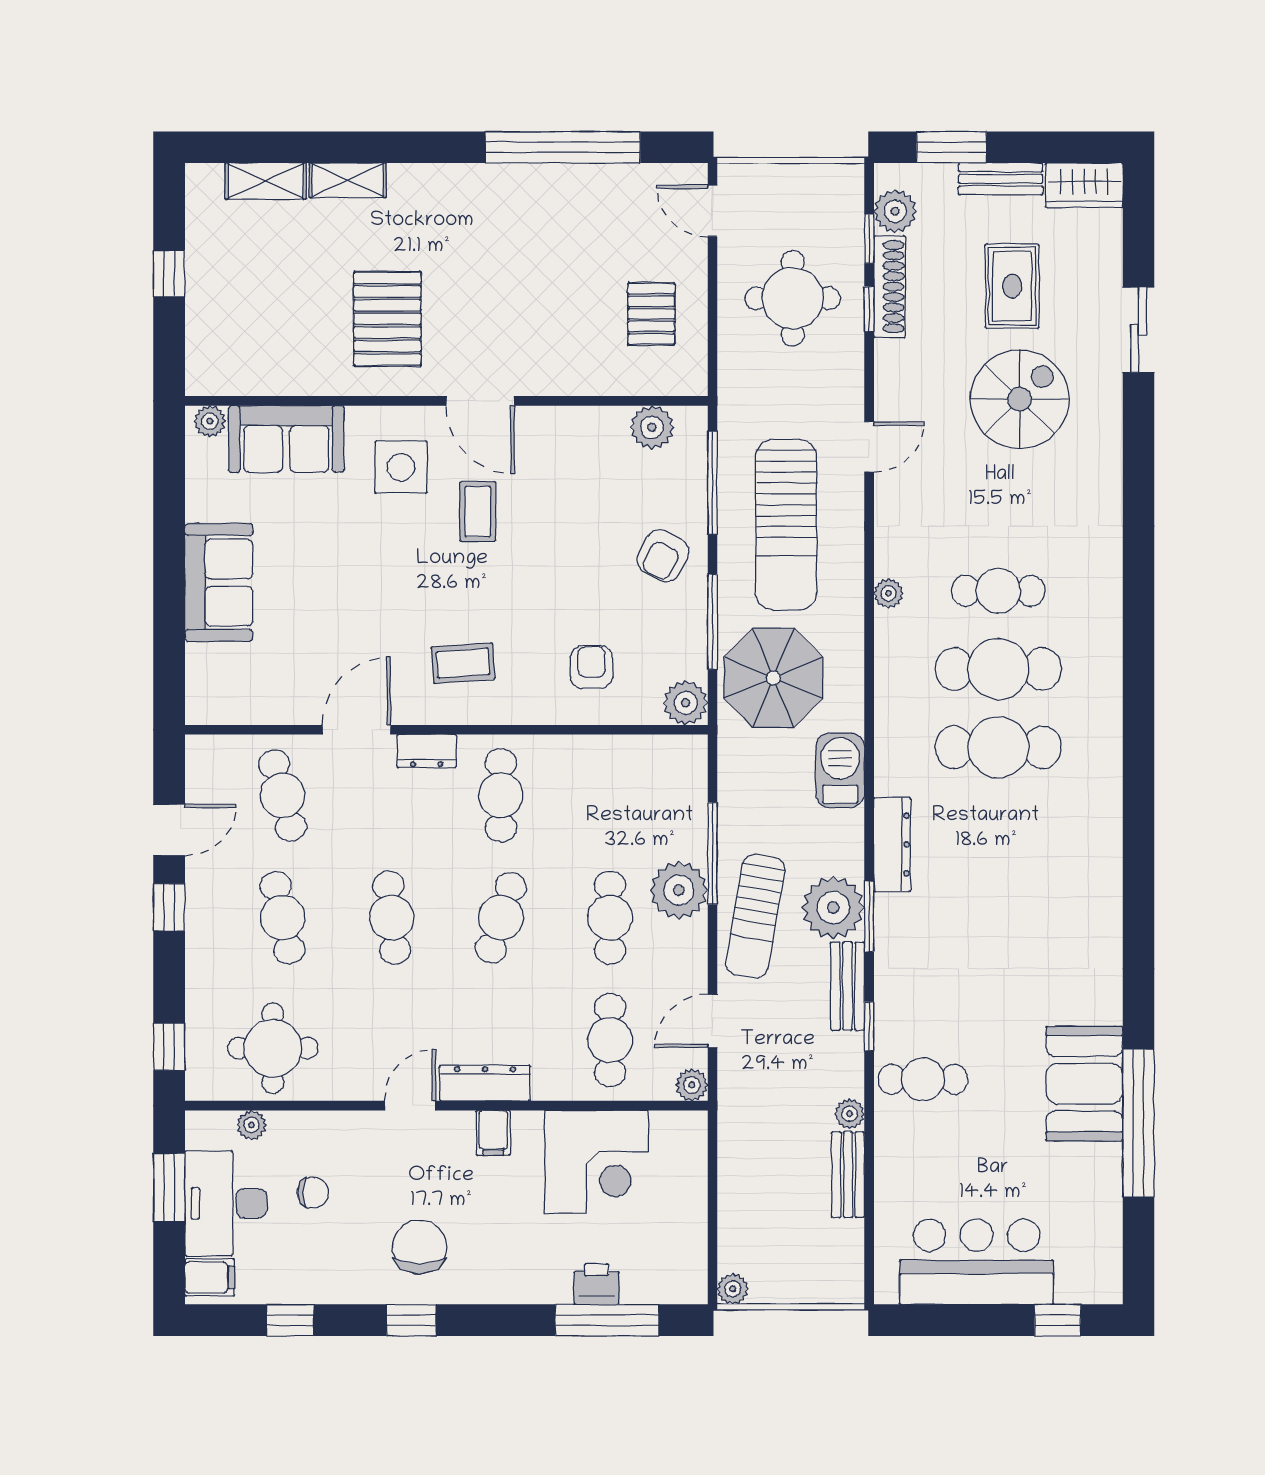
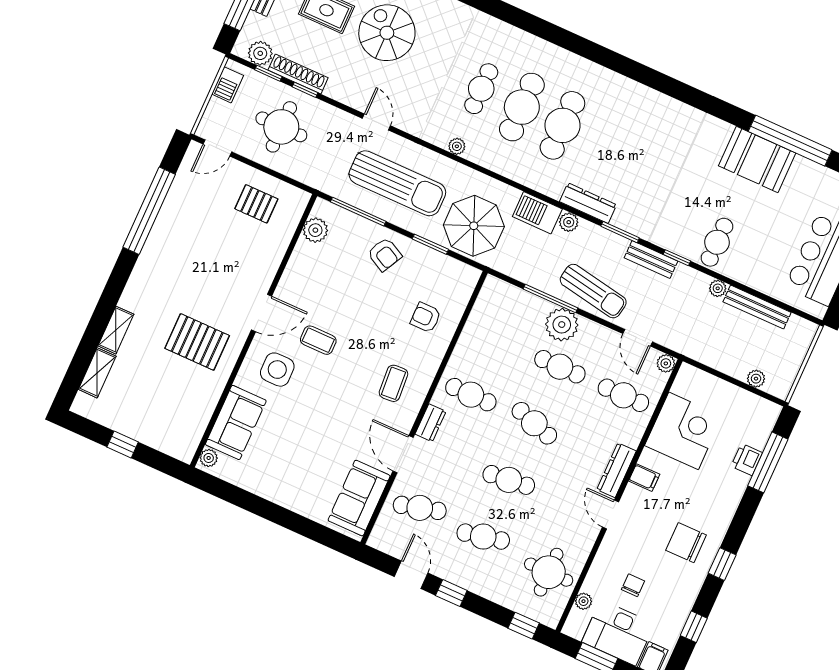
barbecue: (821, 182) -> (228, 85), added
sofa: (219, 582) -> (359, 498), moved, turned -90
window: (713, 622) -> (430, 244), width x0.69
plant: (686, 703) -> (466, 277), removed
plant: (833, 908) -> (569, 222), moved, width x0.53, depth x0.53
bench: (848, 1175) -> (757, 307), width x1.36
plant: (733, 1289) -> (756, 379), moved

